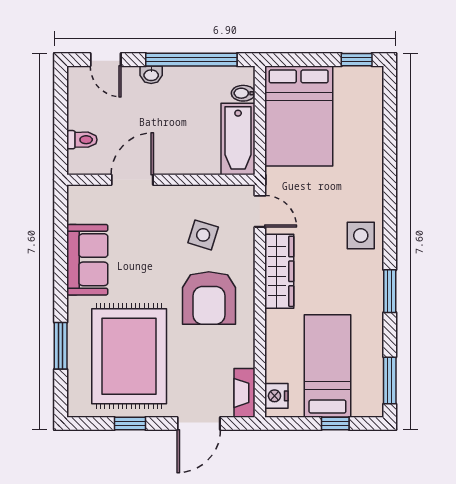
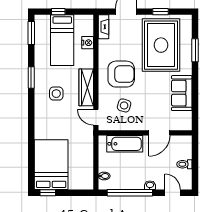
bed: (299, 116) -> (51, 165), moved
bathtub: (238, 139) -> (125, 144), moved, turned 90
toilet: (82, 140) -> (184, 164), moved
side table: (361, 235) -> (56, 94), moved
armchair: (209, 298) -> (121, 74), turned 90
nightstand: (276, 396) -> (88, 43), moved

